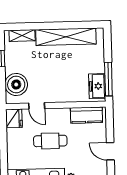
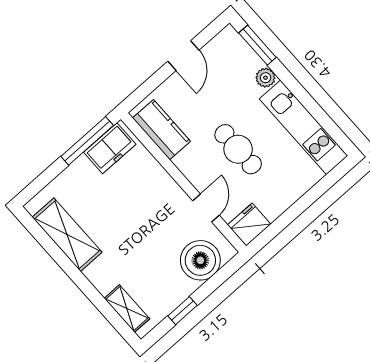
shelving: (66, 37) -> (67, 235), width x0.68

